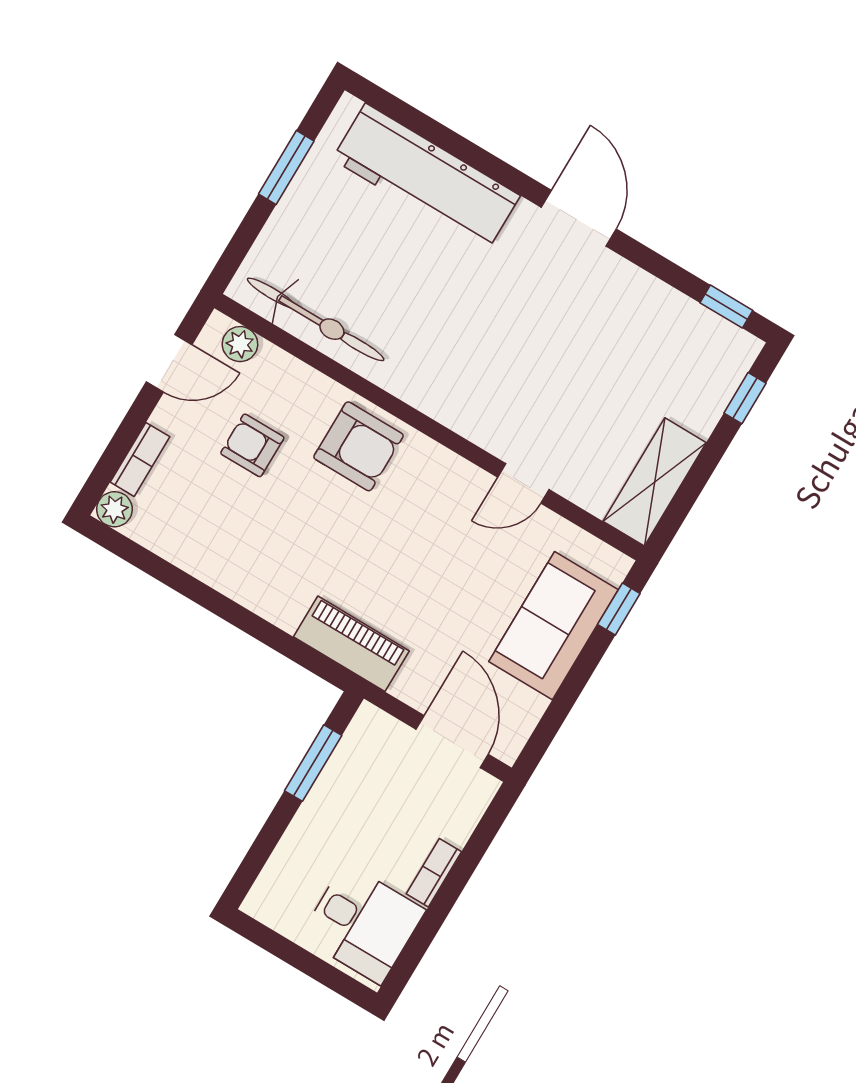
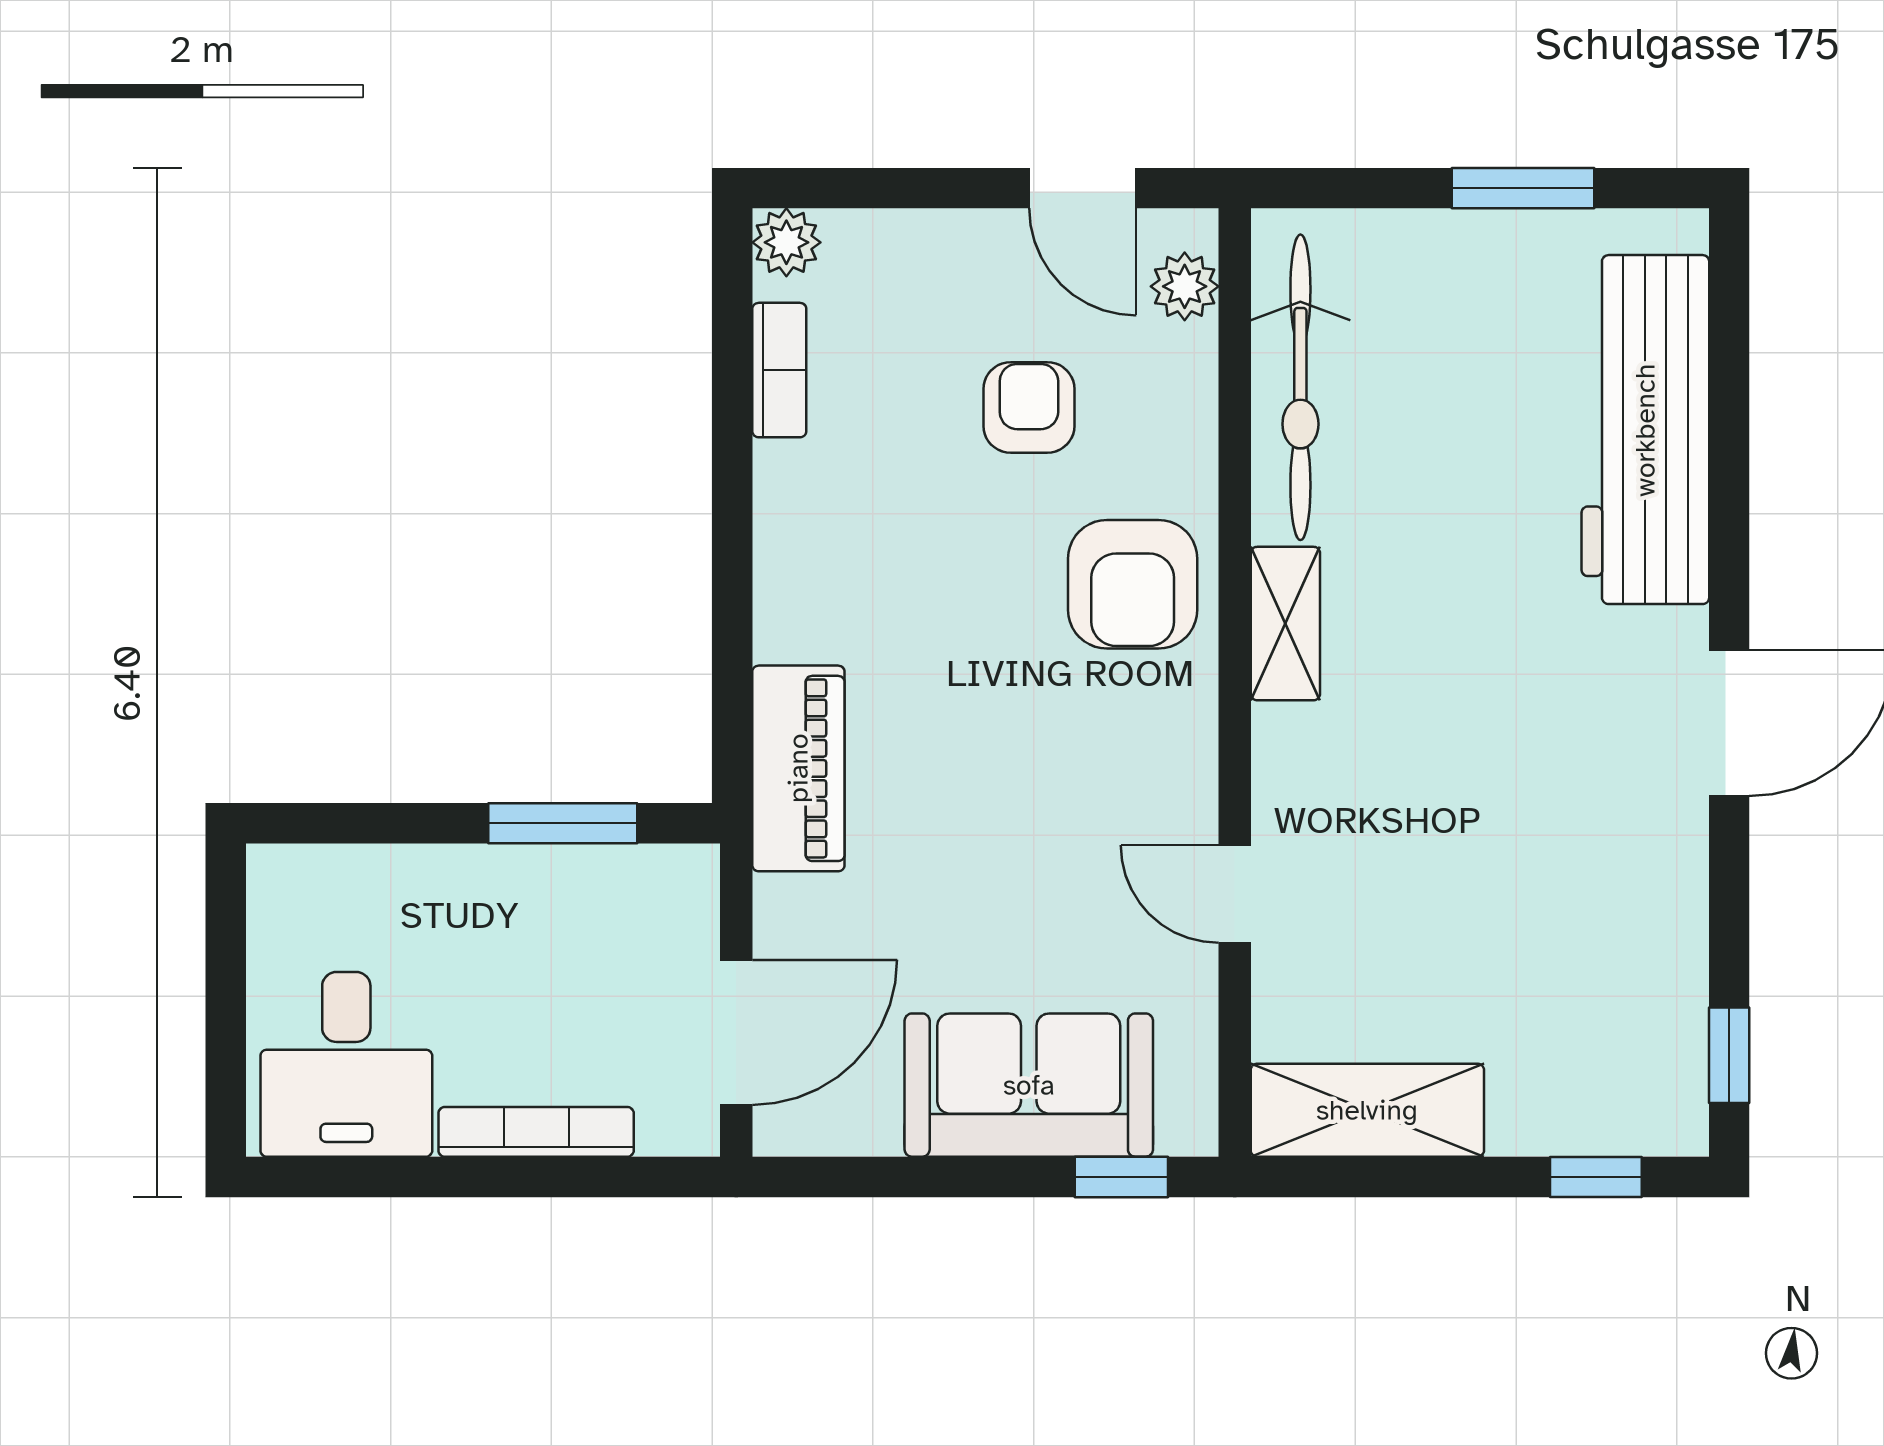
shelving: (417, 389) -> (1285, 624), added
bookcase: (140, 459) -> (779, 370), moved, turned -90
bookcase: (434, 873) -> (536, 1132), width x1.56

